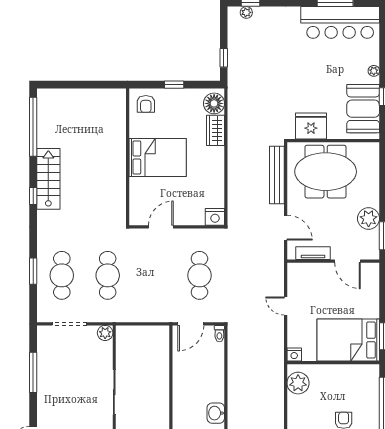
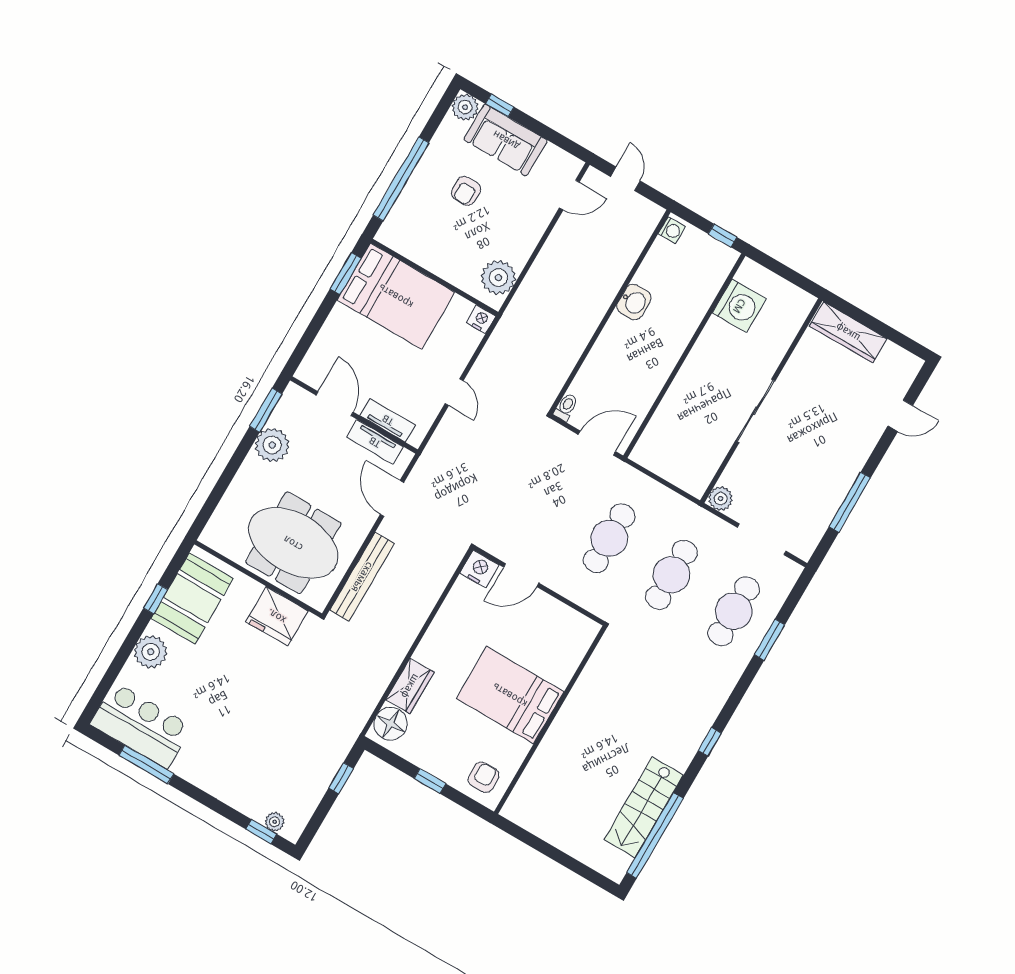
bar counter: (340, 22) -> (141, 725), width x0.73
plant: (374, 71) -> (151, 652), width x1.88, depth x1.88
stairs: (48, 179) -> (644, 807), moved
door: (161, 227) -> (521, 575), moved
tv unit: (313, 269) -> (388, 420), added
cafe table: (199, 275) -> (609, 538), moved

